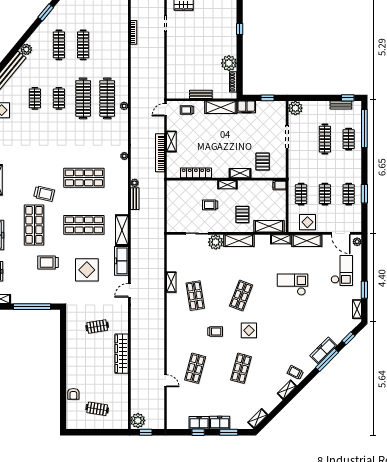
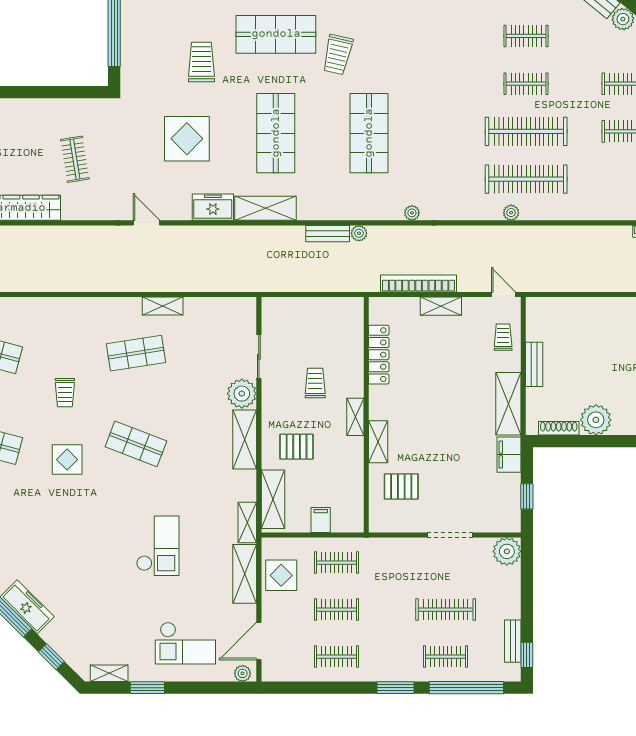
filing cabinet: (279, 185) -> (321, 520), moved
window: (364, 194) -> (396, 688), moved
freezer: (121, 261) -> (213, 207), width x0.71

